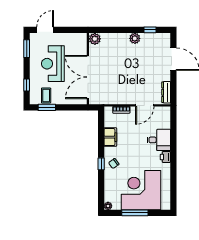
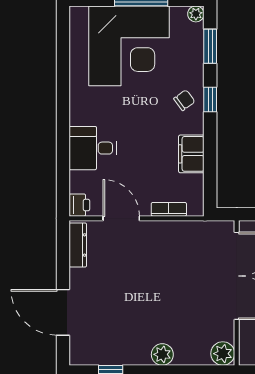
plant: (135, 38) -> (162, 354), moved
door: (145, 105) -> (121, 218), hinge flipped
printer: (165, 157) -> (79, 205), moved
window: (101, 190) -> (210, 46), added

